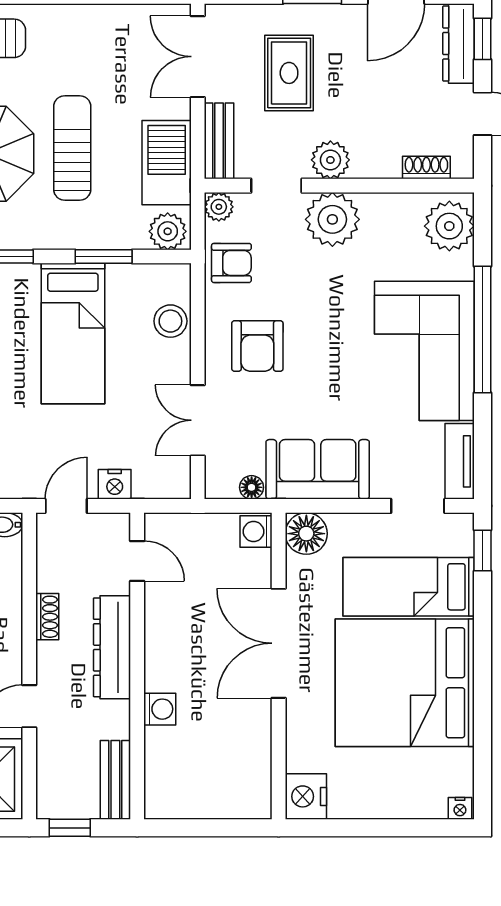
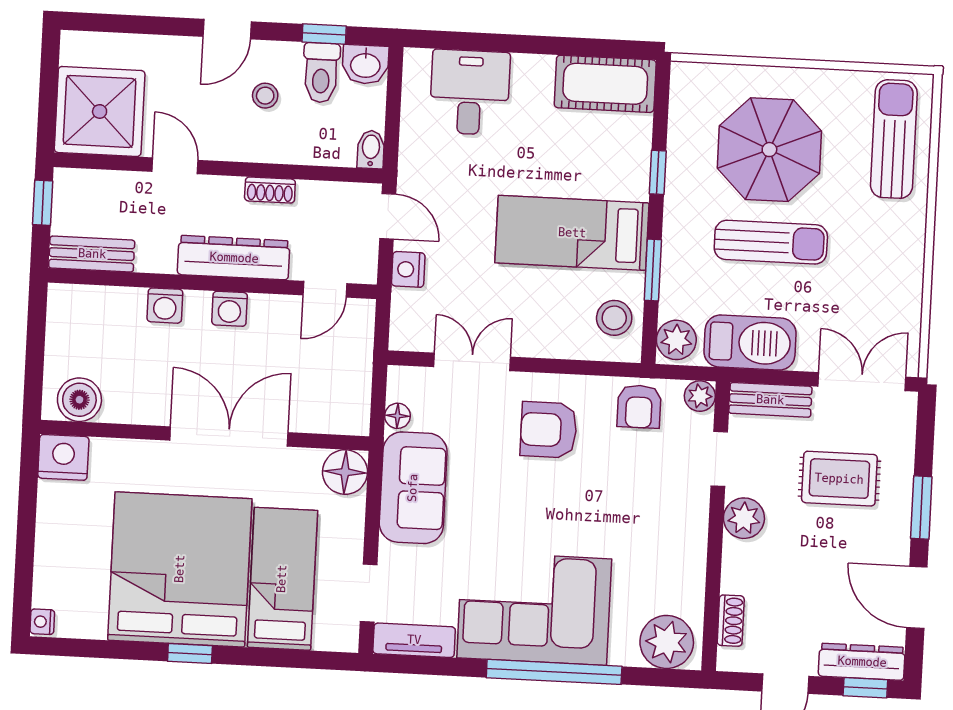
plant: (332, 219) -> (680, 517), removed
stool: (170, 321) -> (614, 318), moved
washing machine: (256, 532) -> (230, 309), moved, turned 180
window: (483, 551) -> (190, 654), moved
boiler: (251, 784) -> (79, 400), added

